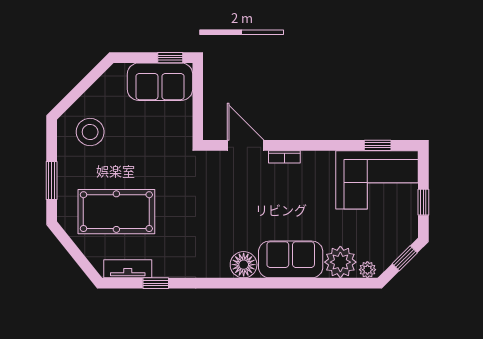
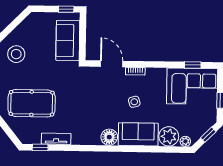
sofa: (160, 82) -> (68, 41), moved, turned 90
side table: (283, 207) -> (134, 102), added
tv unit: (128, 269) -> (56, 139), moved
window: (156, 283) -> (40, 147), moved

